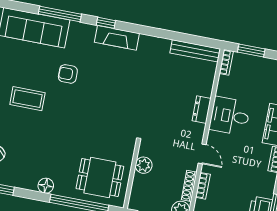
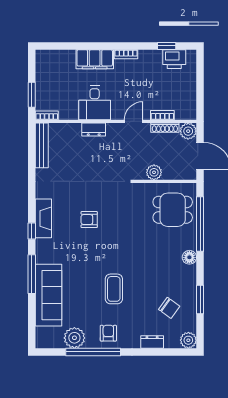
armchair: (68, 74) -> (89, 220), moved, turned 90
dining table: (100, 177) -> (173, 210), turned 90

